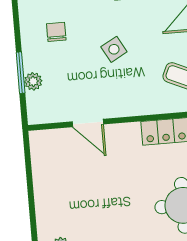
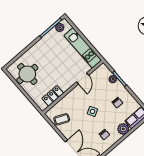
door: (88, 123) -> (83, 79), swing flipped
kitchen unit: (46, 179) -> (83, 48), added

